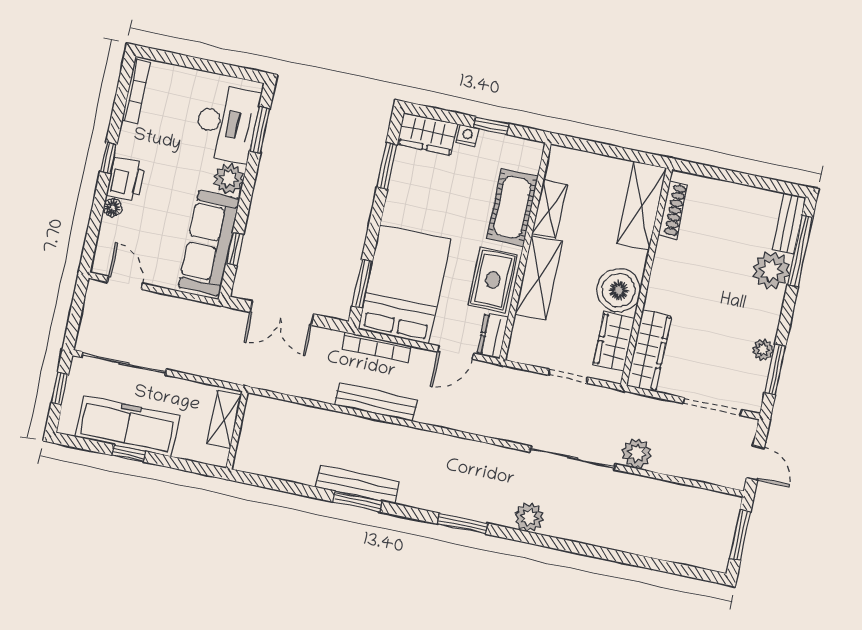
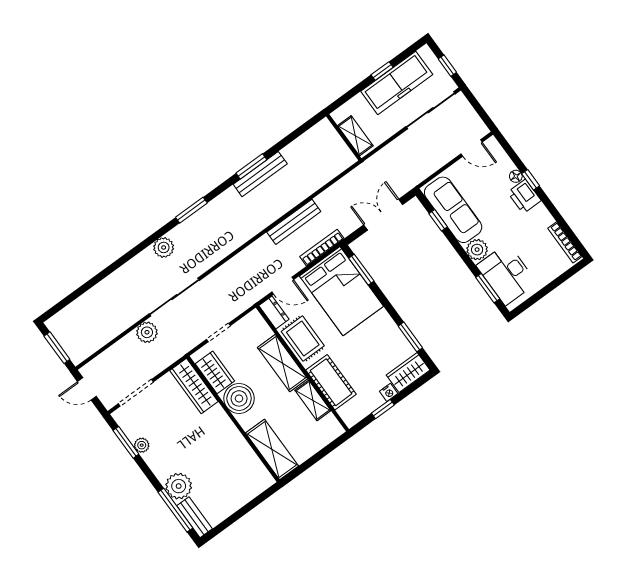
window: (109, 157) -> (531, 180), moved
shoe rack: (673, 210) -> (255, 464), removed
door: (455, 352) -> (283, 286), swing flipped

